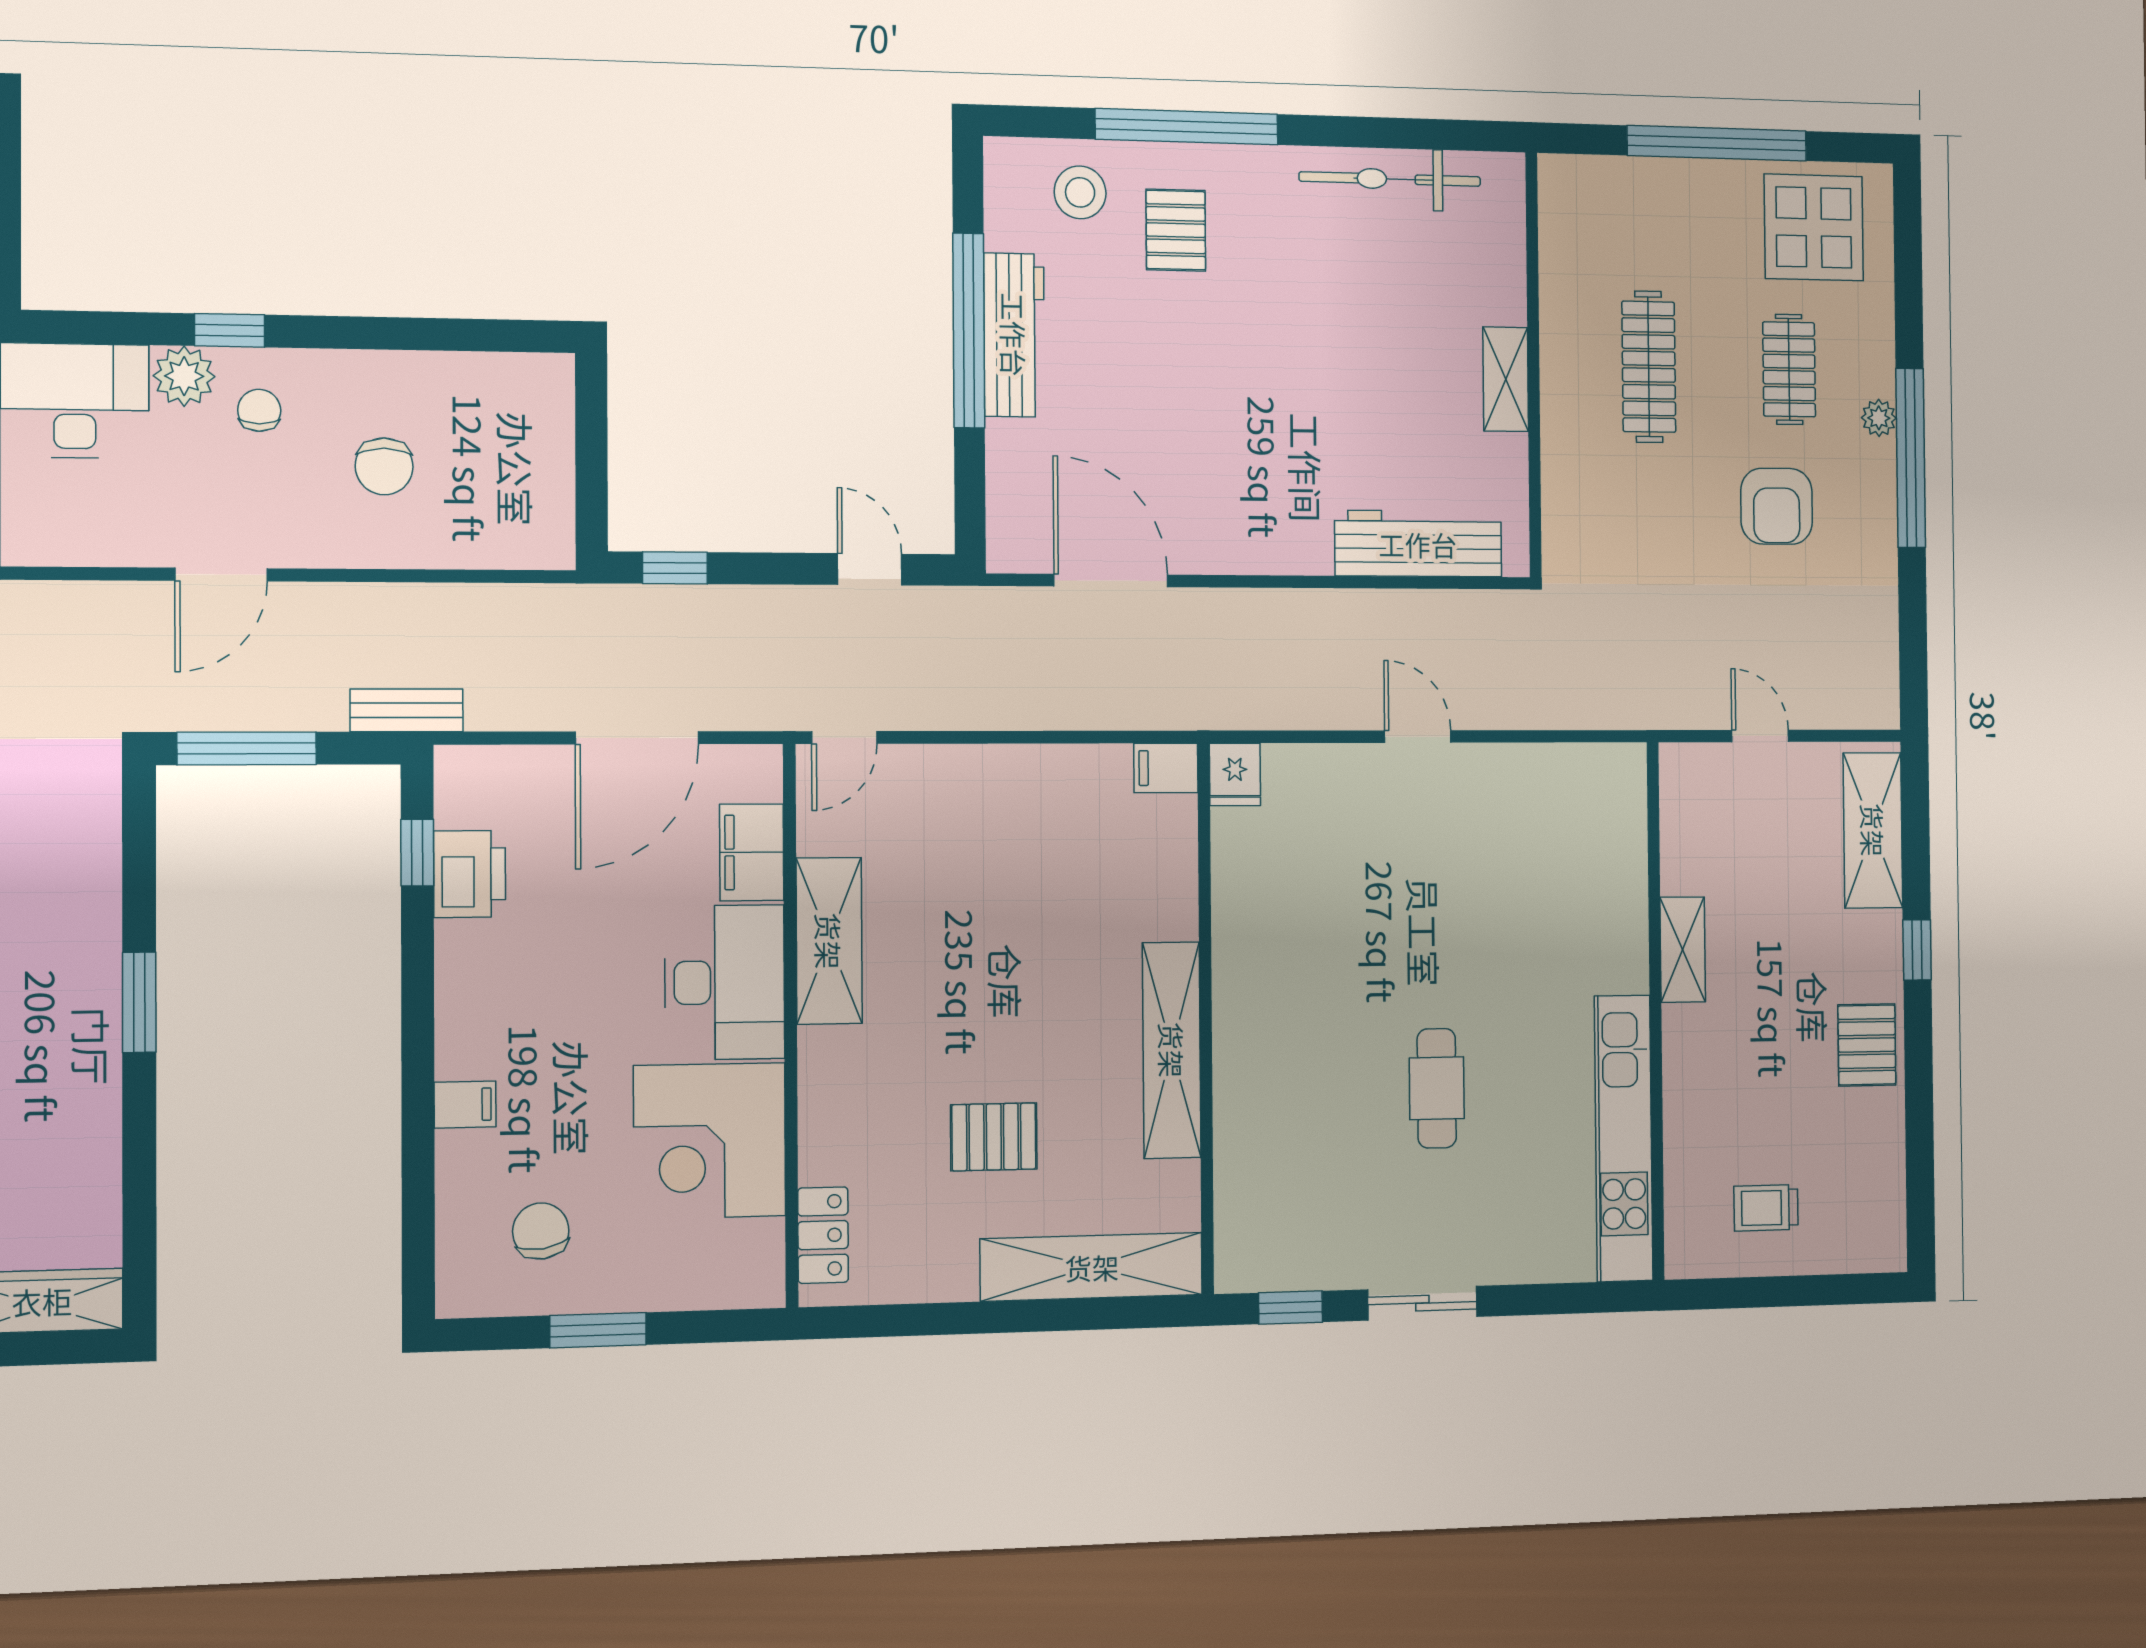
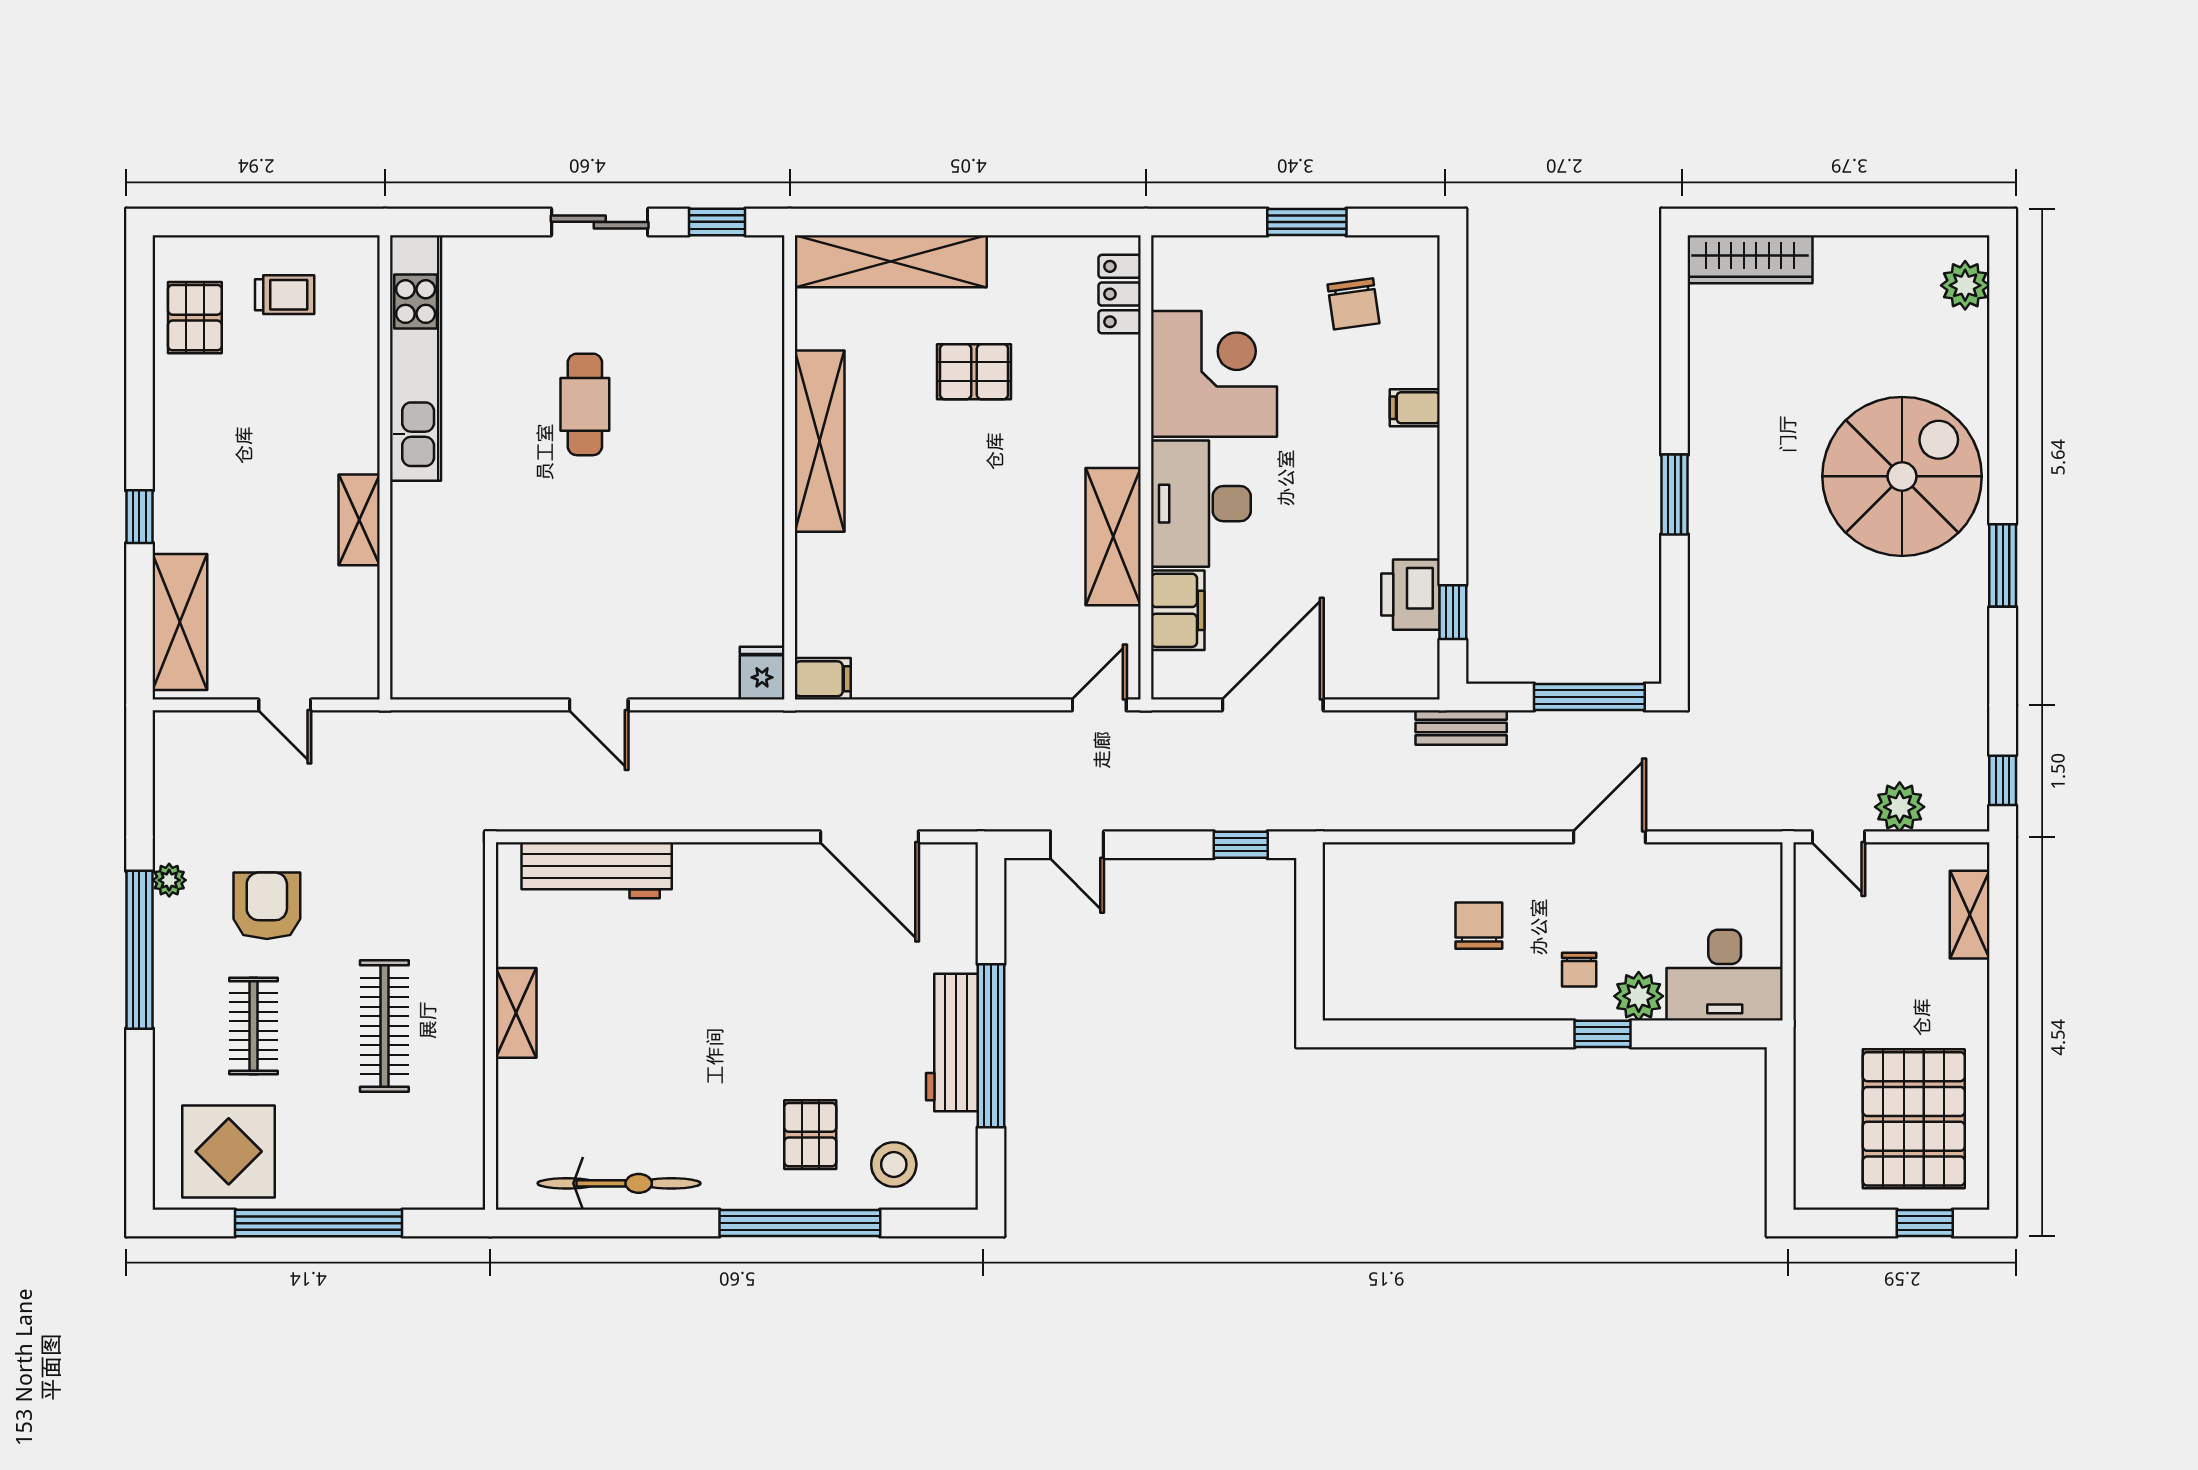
plant: (1879, 418) -> (169, 880), moved
pallet: (1867, 1045) -> (195, 318), moved

